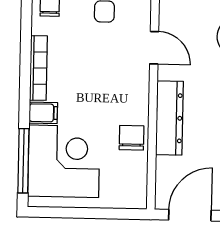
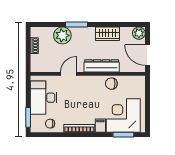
window: (23, 161) -> (123, 135), width x0.69

